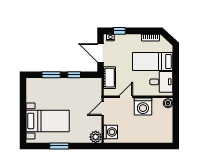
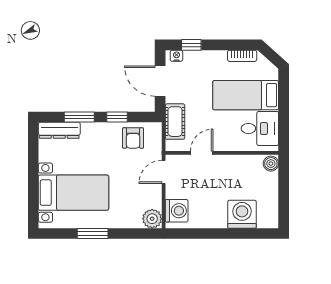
dresser: (39, 83) -> (59, 130), added
armchair: (84, 88) -> (133, 138), added
washing machine: (143, 106) -> (242, 214), moved, turned 180

